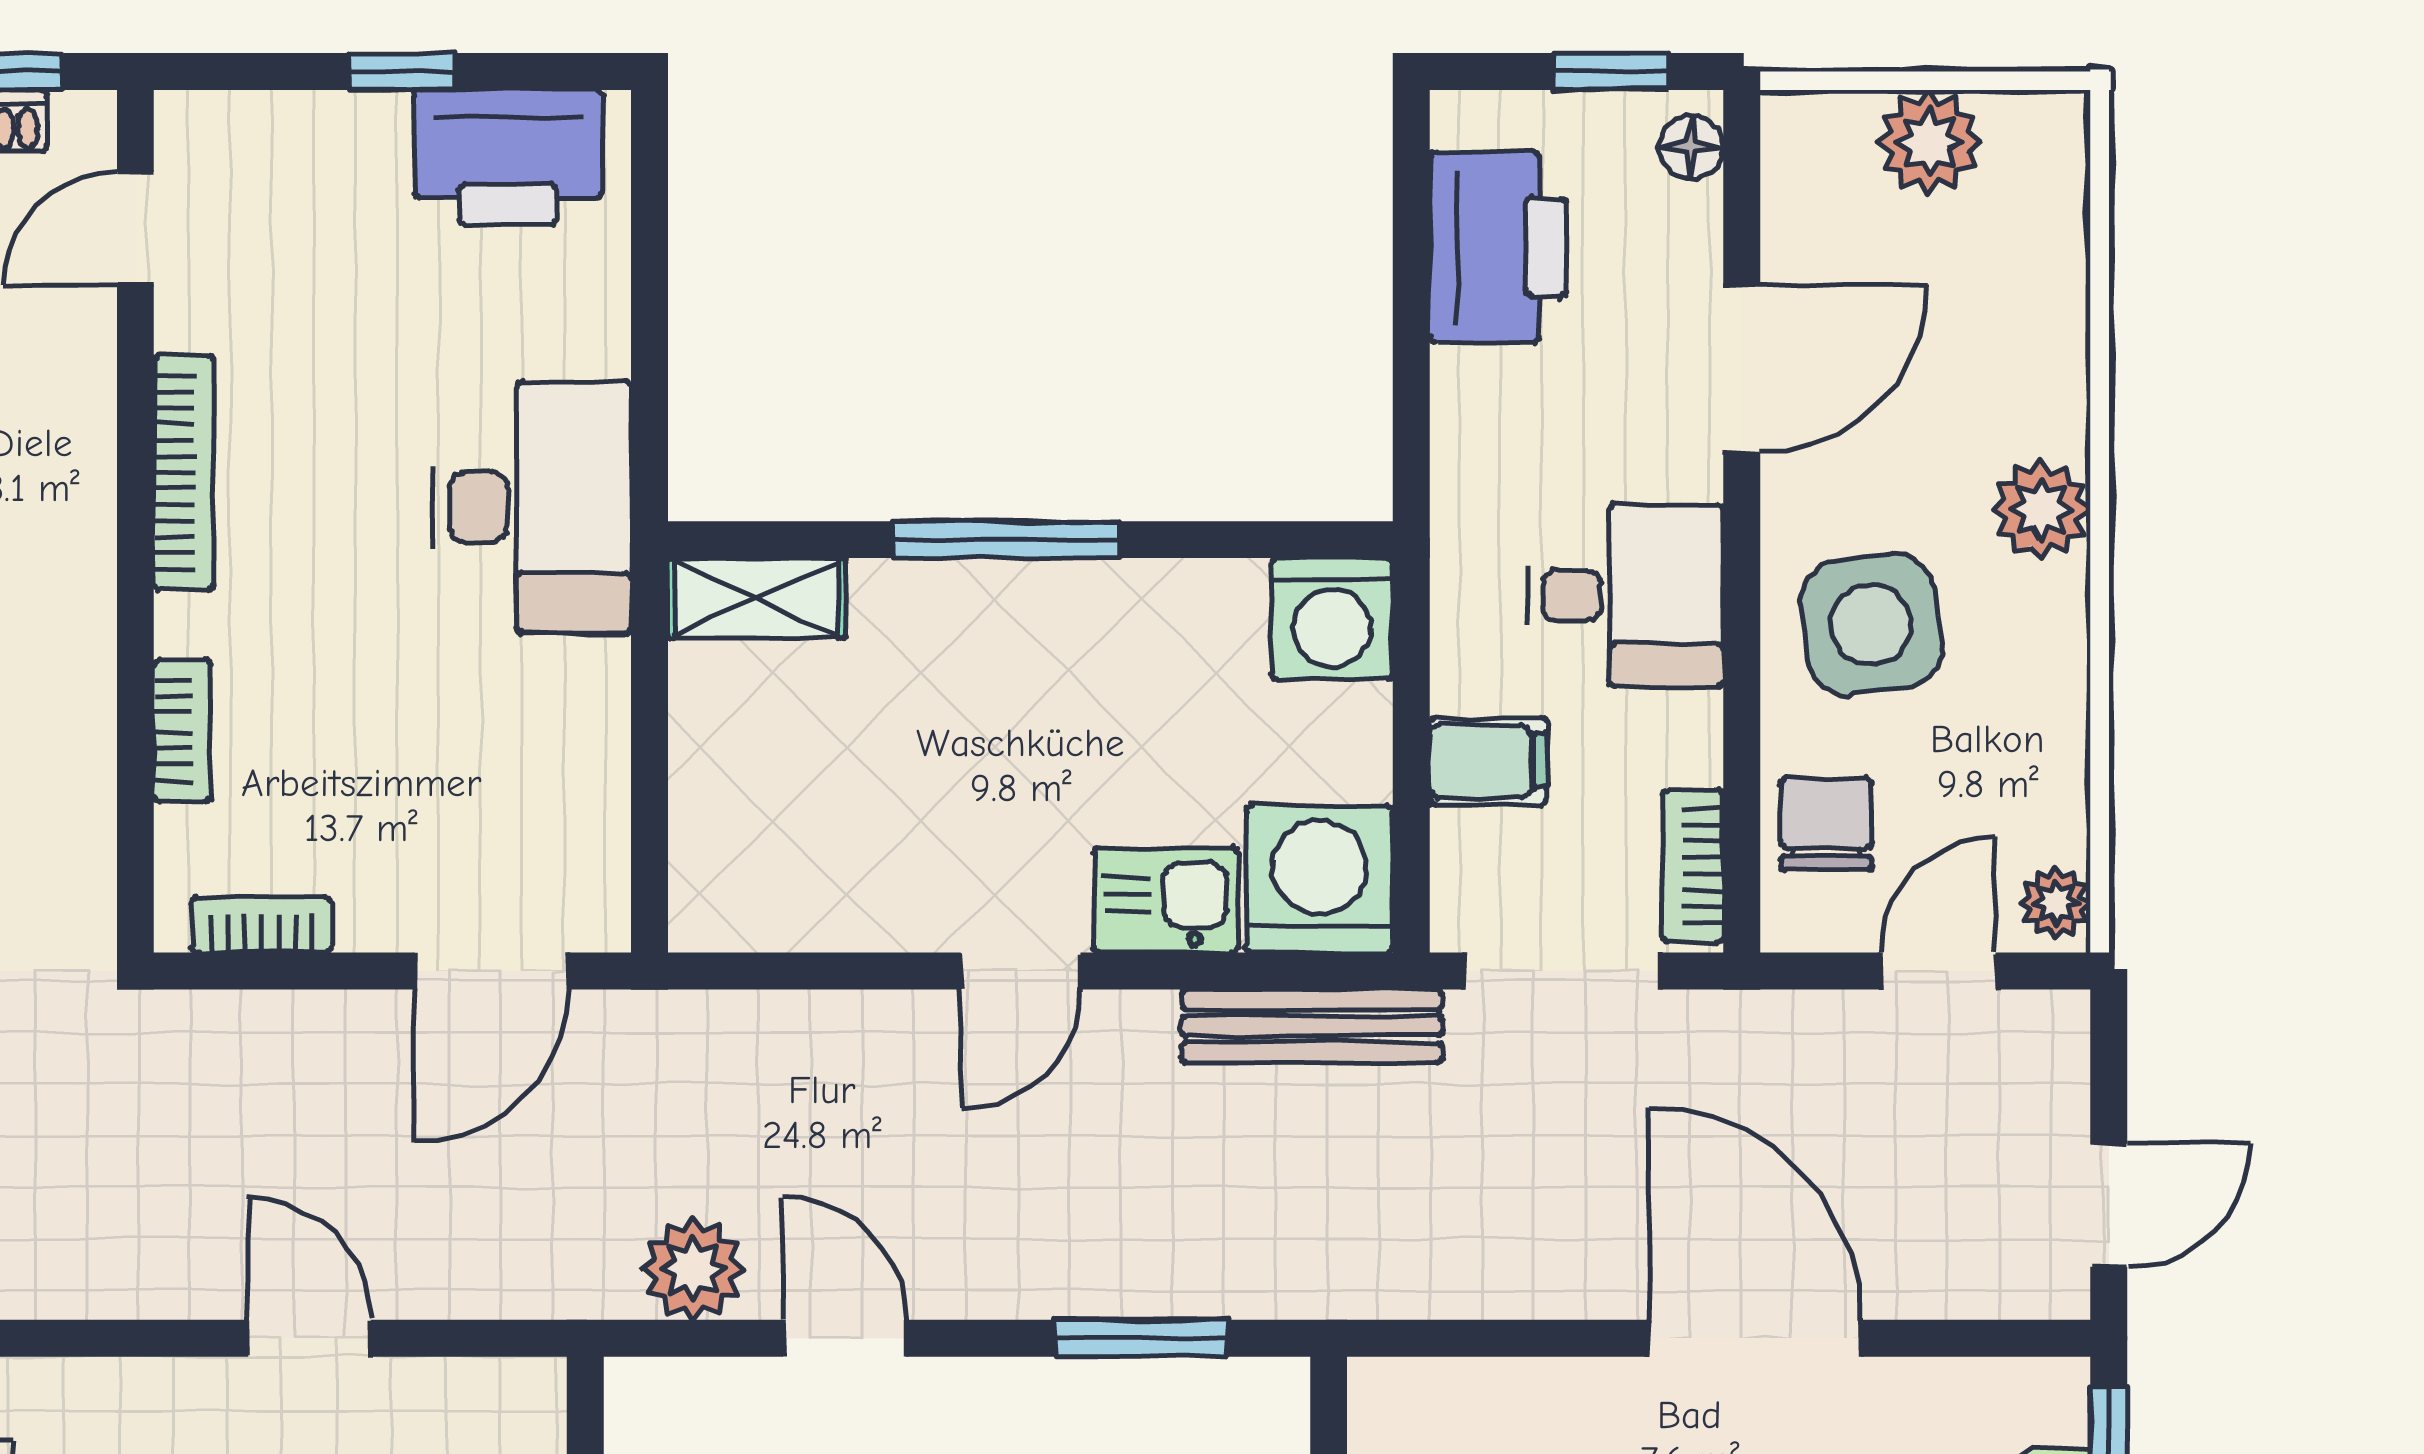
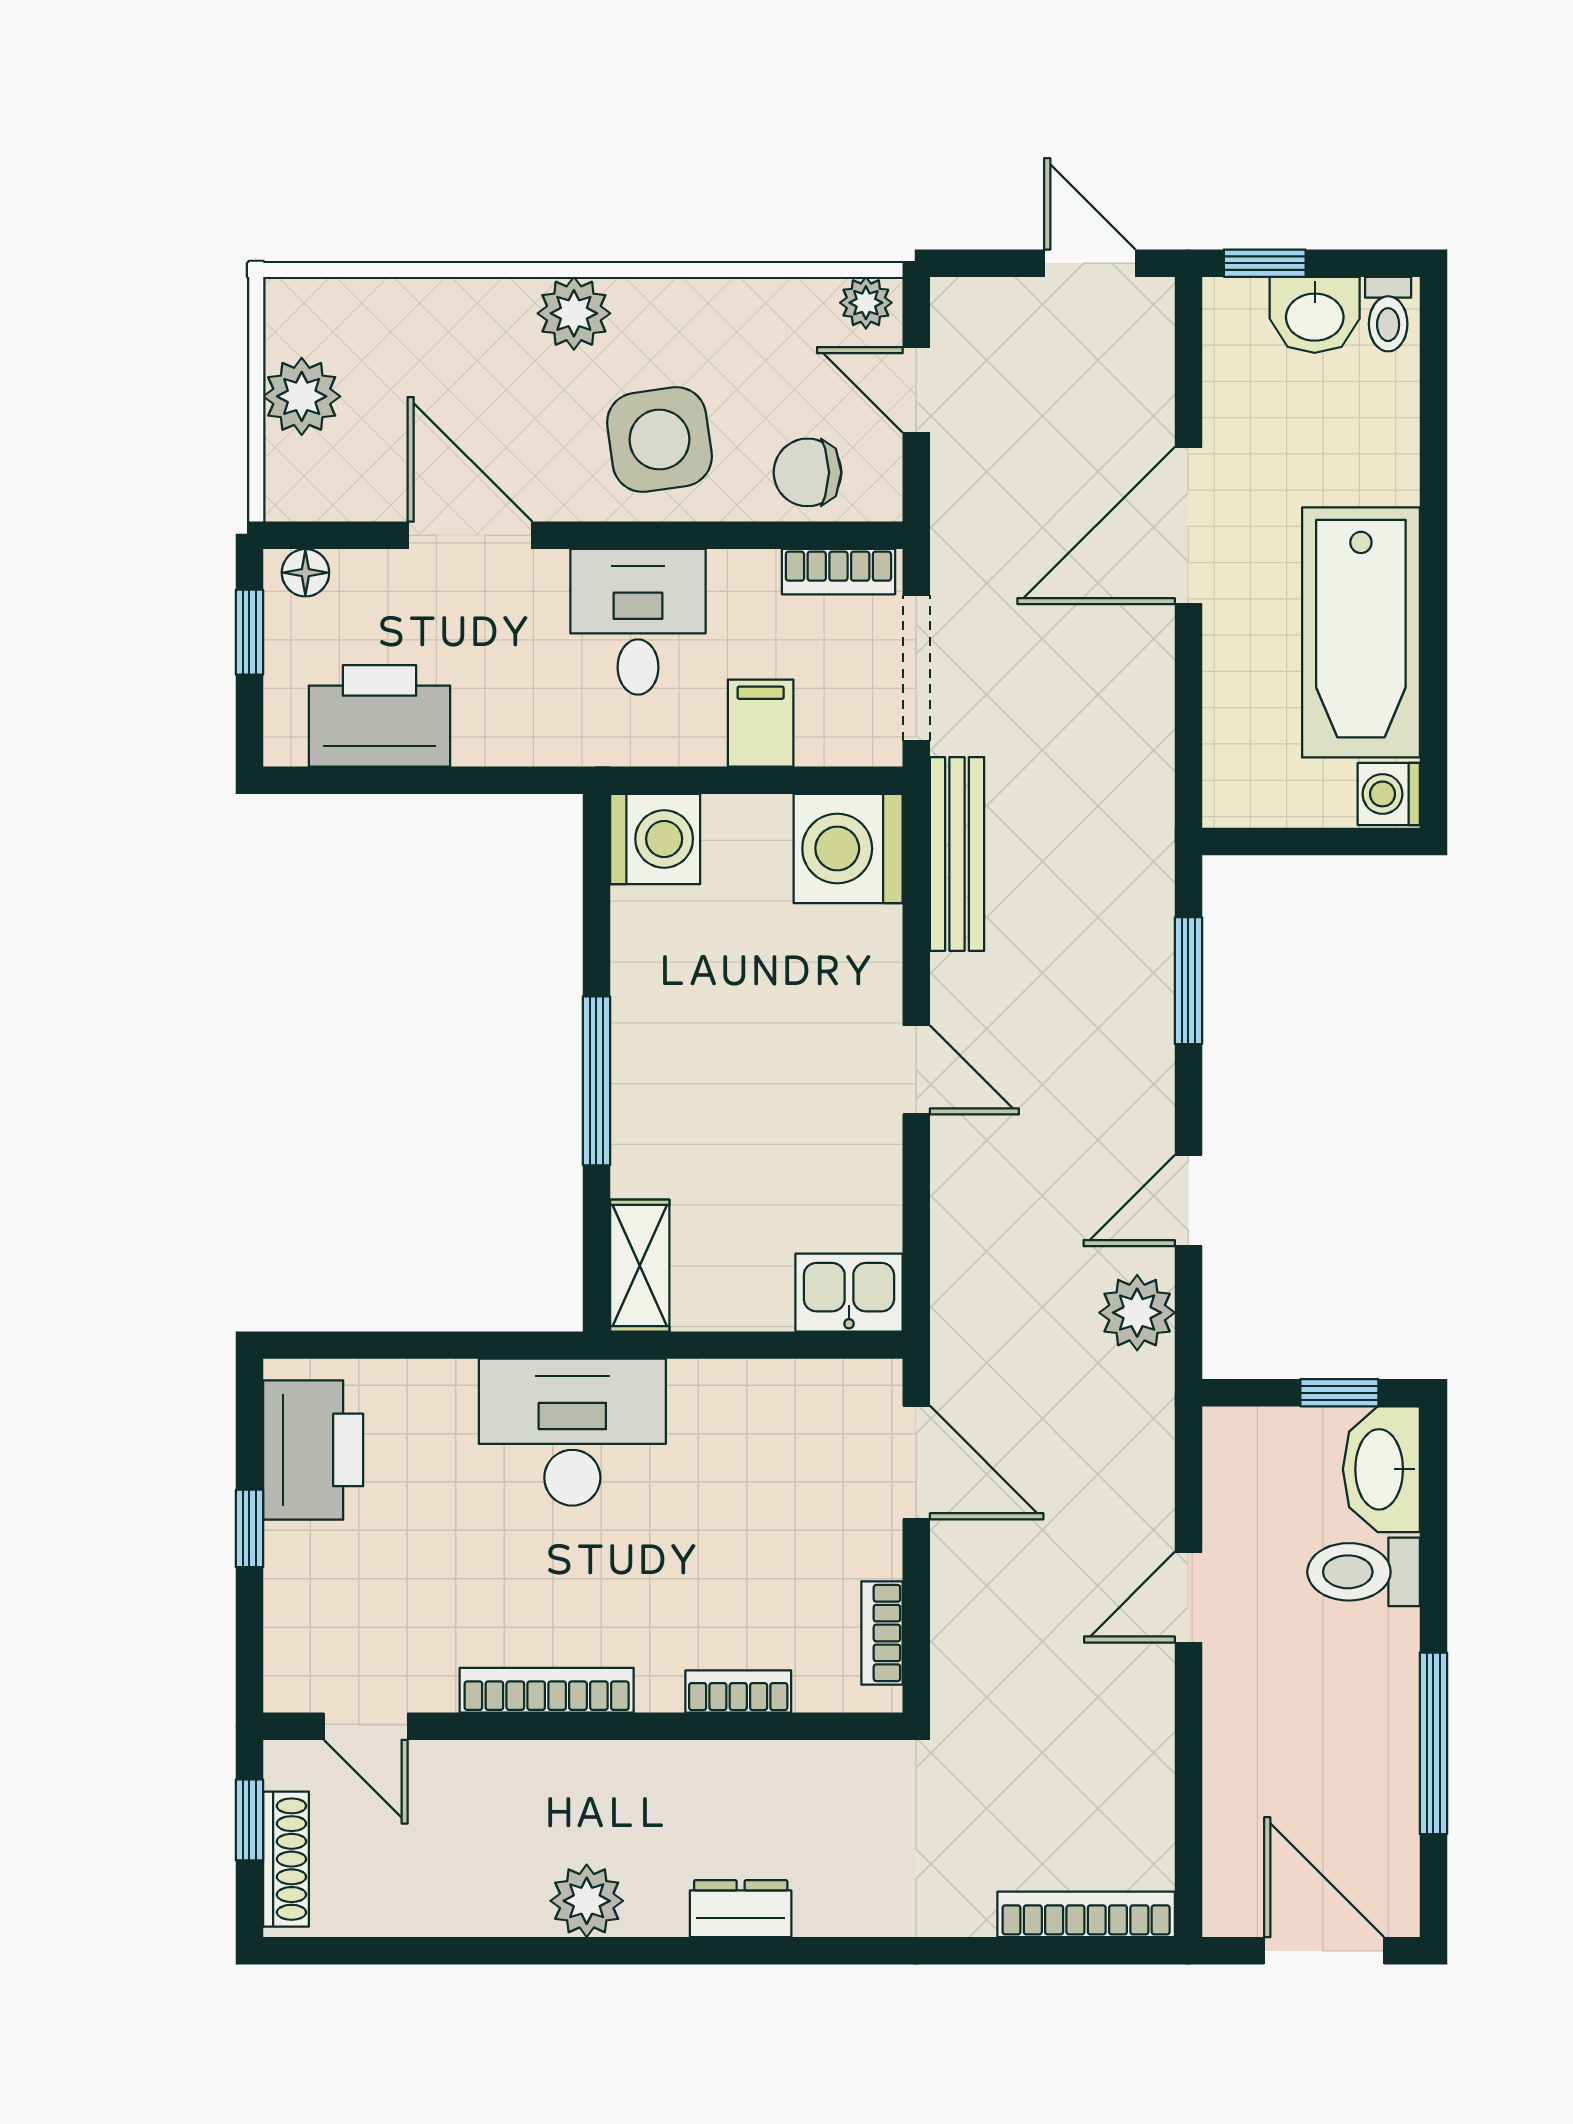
kitchen sink: (1166, 900) -> (849, 1293), moved, turned 90

